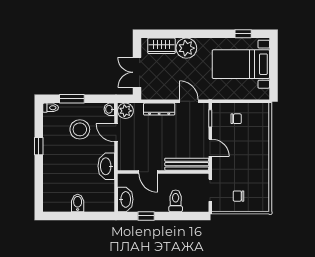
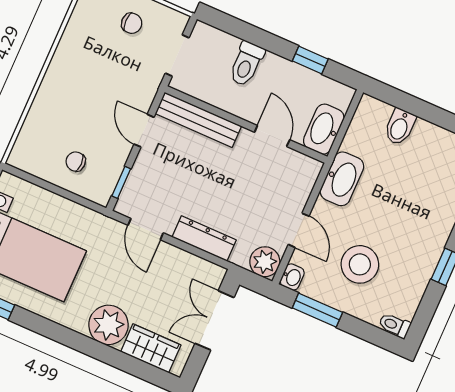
double door: (137, 72) -> (214, 320), swing flipped
window: (72, 99) -> (317, 310), moved
washbasin: (125, 199) -> (324, 129), moved
bidet: (78, 203) -> (400, 127), moved

